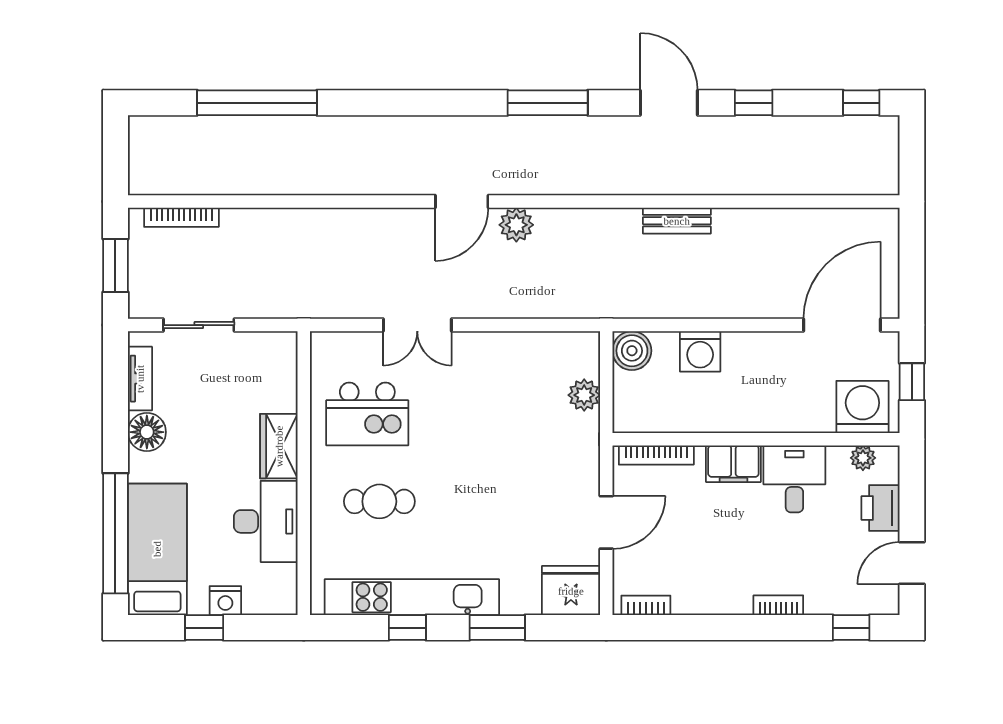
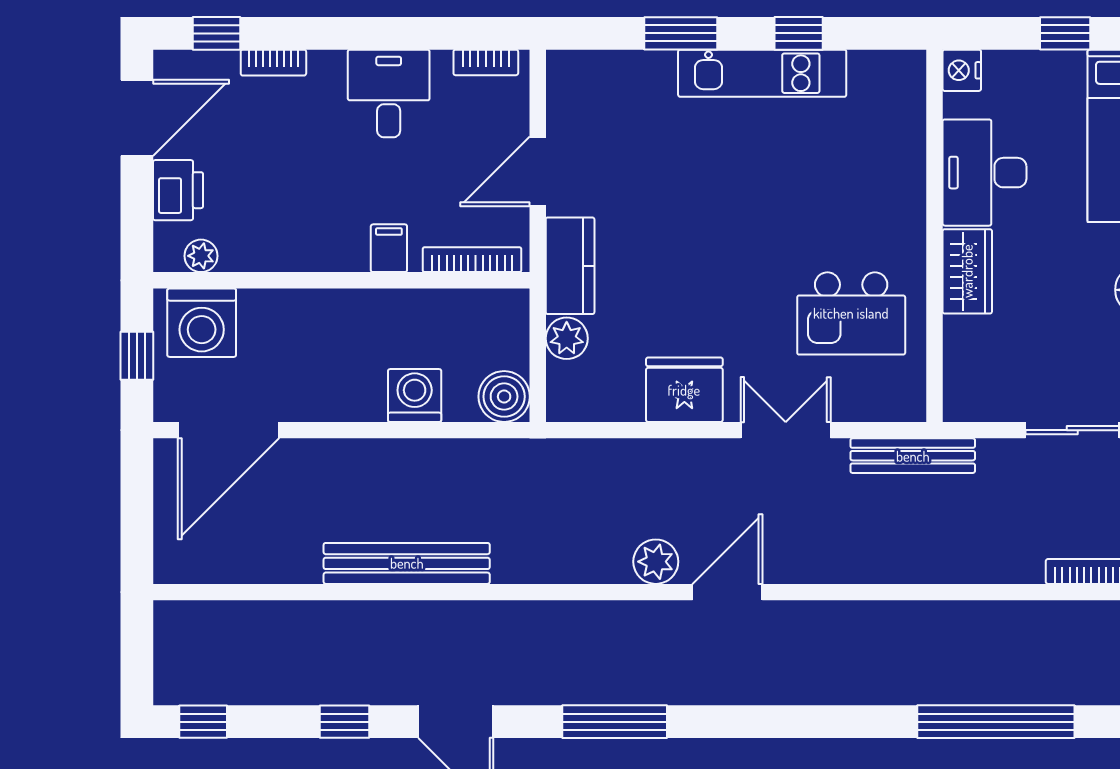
bench: (677, 221) -> (407, 563), width x1.86, depth x1.21
bench: (320, 306) -> (913, 456), added
kitchen island: (367, 414) -> (851, 313), turned 180
kitchen counter: (582, 450) -> (570, 266), added
filing cabinet: (733, 464) -> (389, 248), width x0.50
desk: (794, 479) -> (389, 93), moved, turned 180
cafe table: (379, 501) -> (835, 199), removed
door: (912, 563) -> (137, 118), width x1.38
fridge: (571, 591) -> (684, 390), moved, turned 180
kitchen unit: (412, 597) -> (762, 73), width x0.73
nightstand: (225, 601) -> (962, 70), moved, turned -90
bookcase: (778, 605) -> (273, 63), moved

